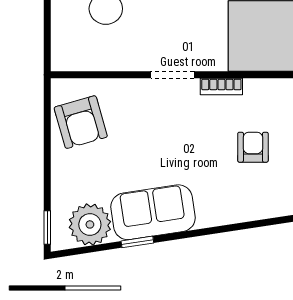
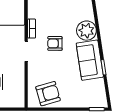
armchair: (253, 147) -> (55, 43), moved
plant: (90, 224) -> (86, 31), moved

